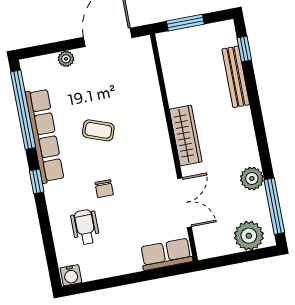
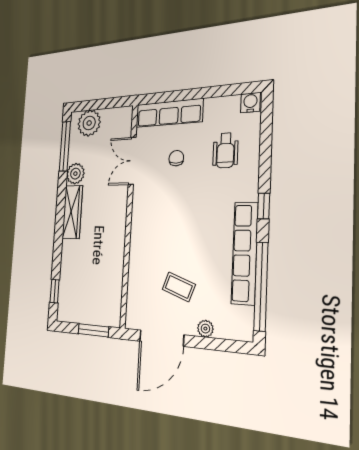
bench: (236, 77) -> (66, 268), removed
coffee table: (98, 130) -> (179, 287), moved
wardrobe: (186, 135) -> (72, 212), moved, turned 180
chair: (104, 189) -> (176, 158), moved
row of seats: (166, 254) -> (169, 113), width x1.48

